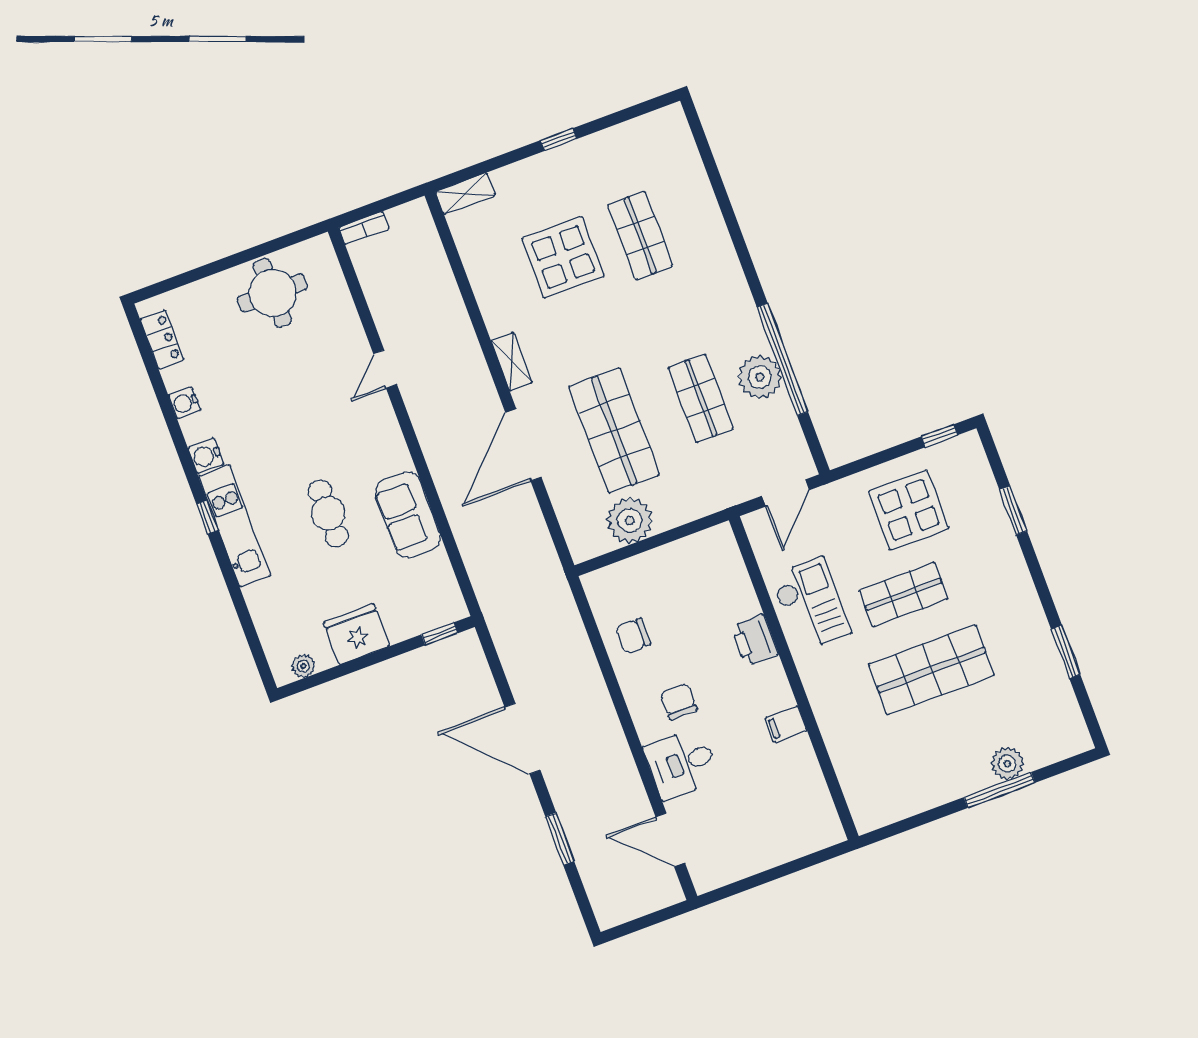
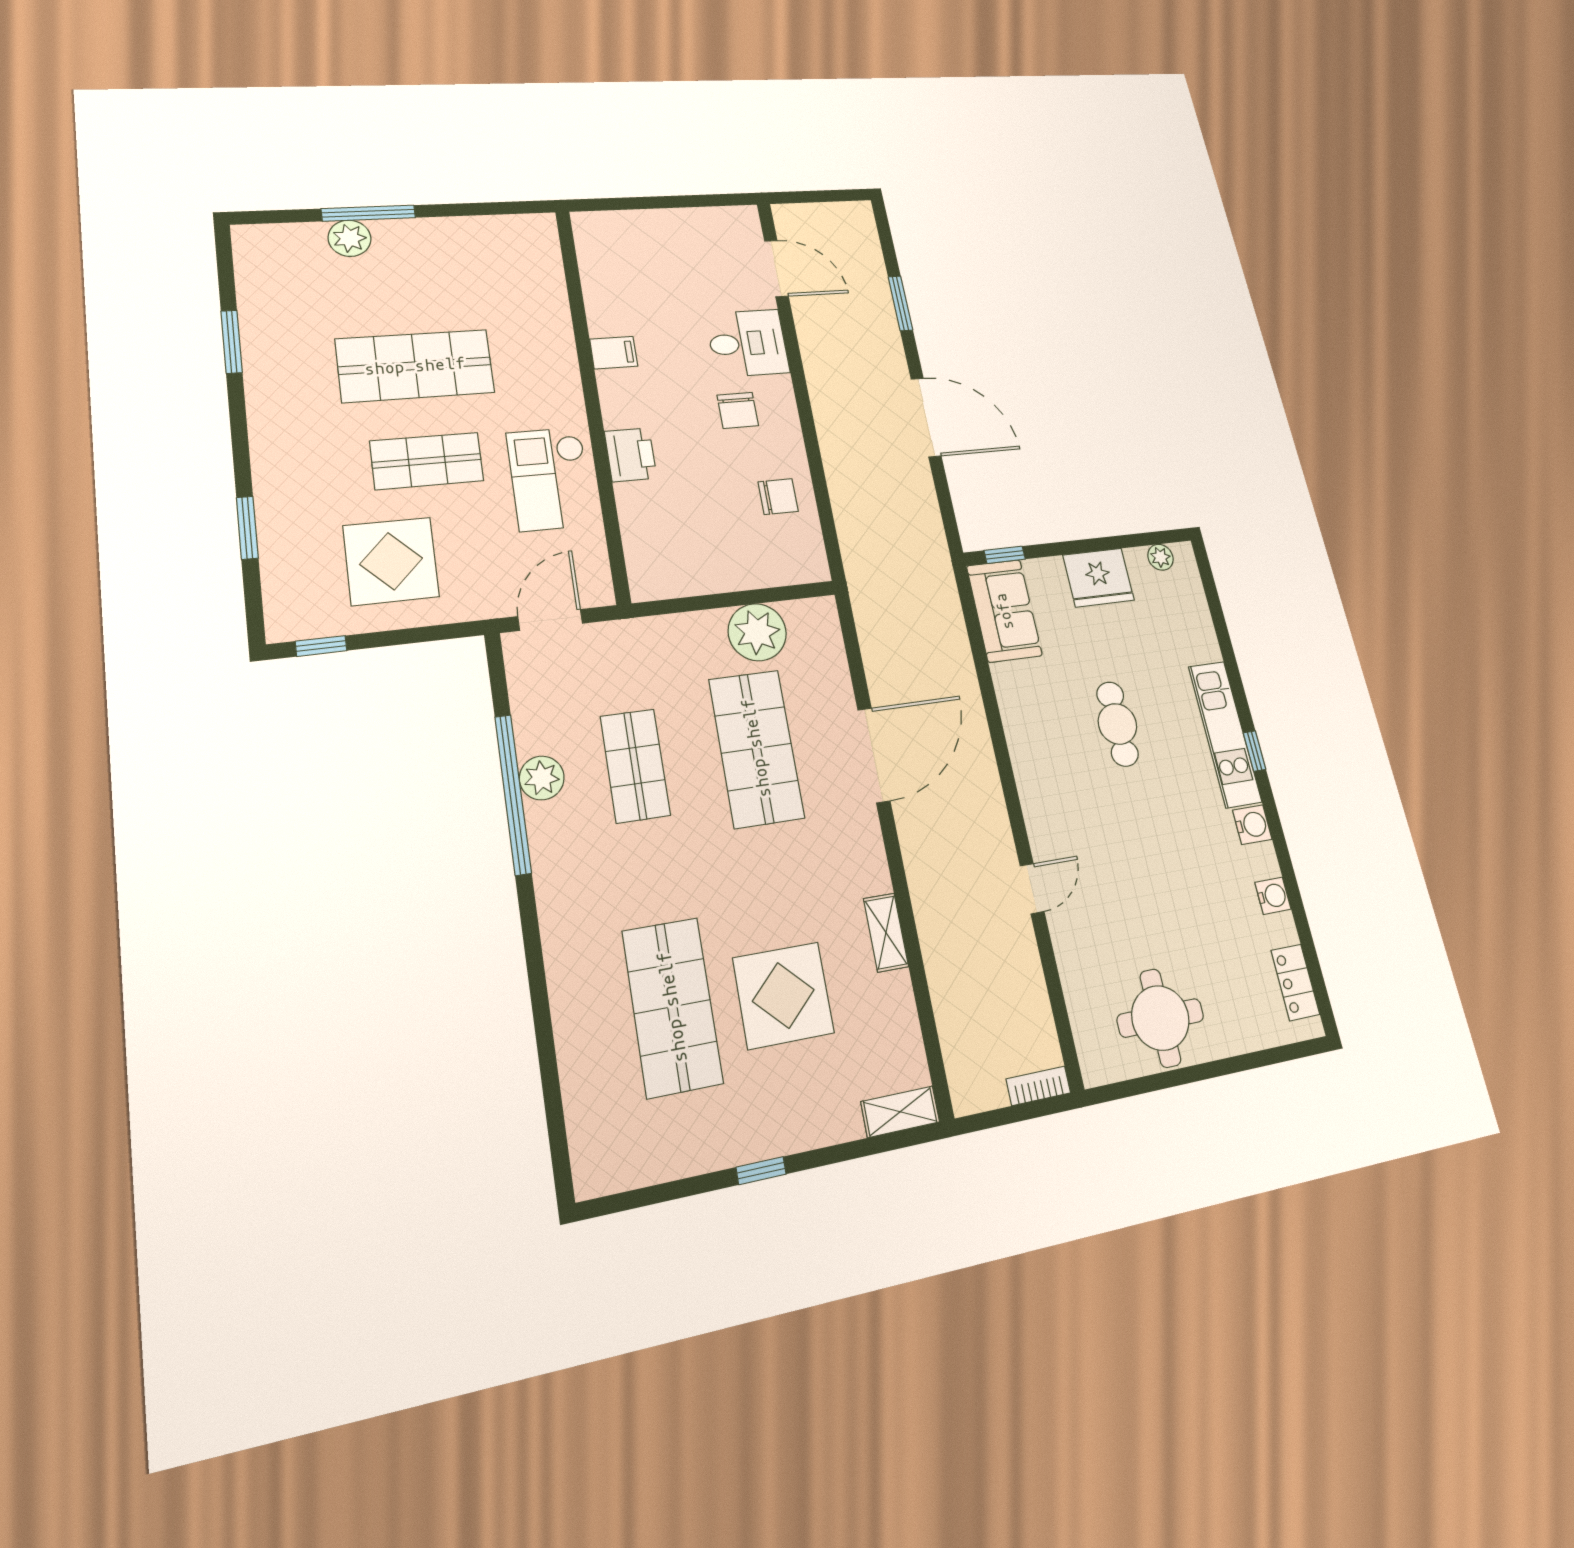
shop shelf: (640, 236) -> (672, 1007), width x1.43, depth x1.36
shelving: (512, 362) -> (886, 932), moved
plant: (760, 377) -> (542, 778), width x0.73, depth x0.73
sofa: (408, 515) -> (1004, 611), moved

